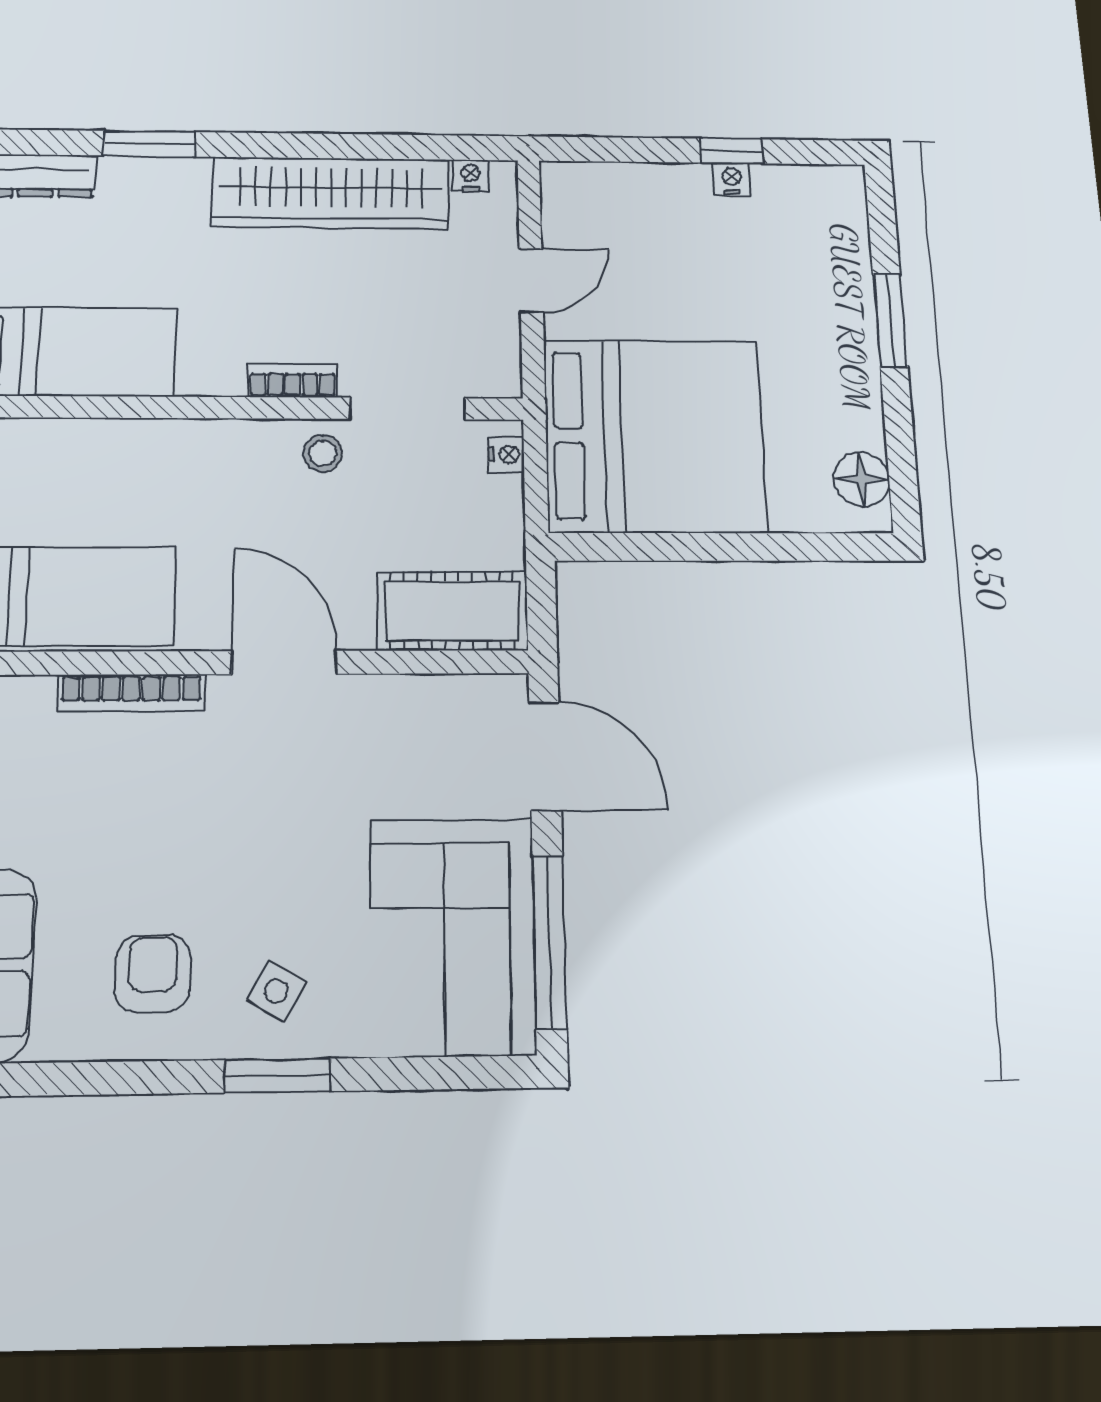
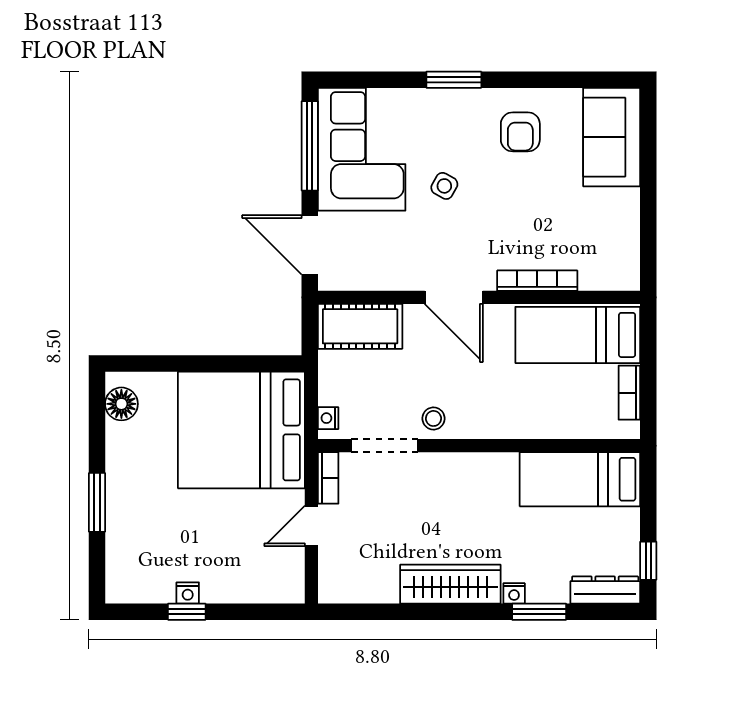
nightstand: (471, 175) -> (514, 593), moved
wardrobe: (331, 193) -> (450, 584), width x0.71, depth x0.85
bookcase: (293, 380) -> (328, 478), moved, turned -90
side table: (276, 991) -> (444, 186), moved

